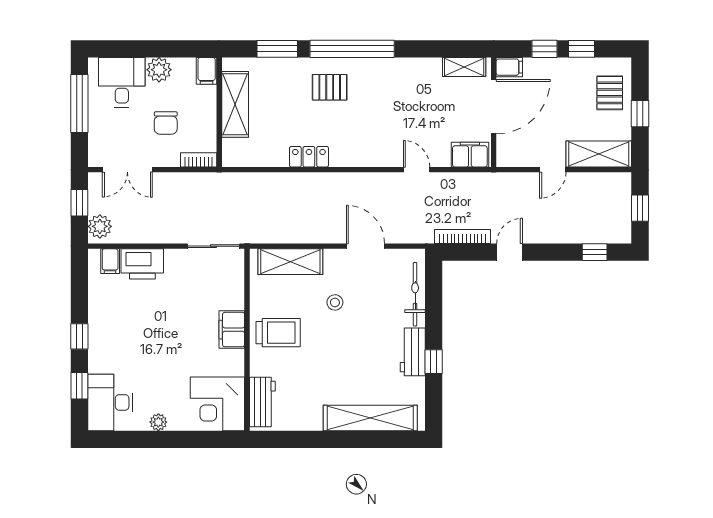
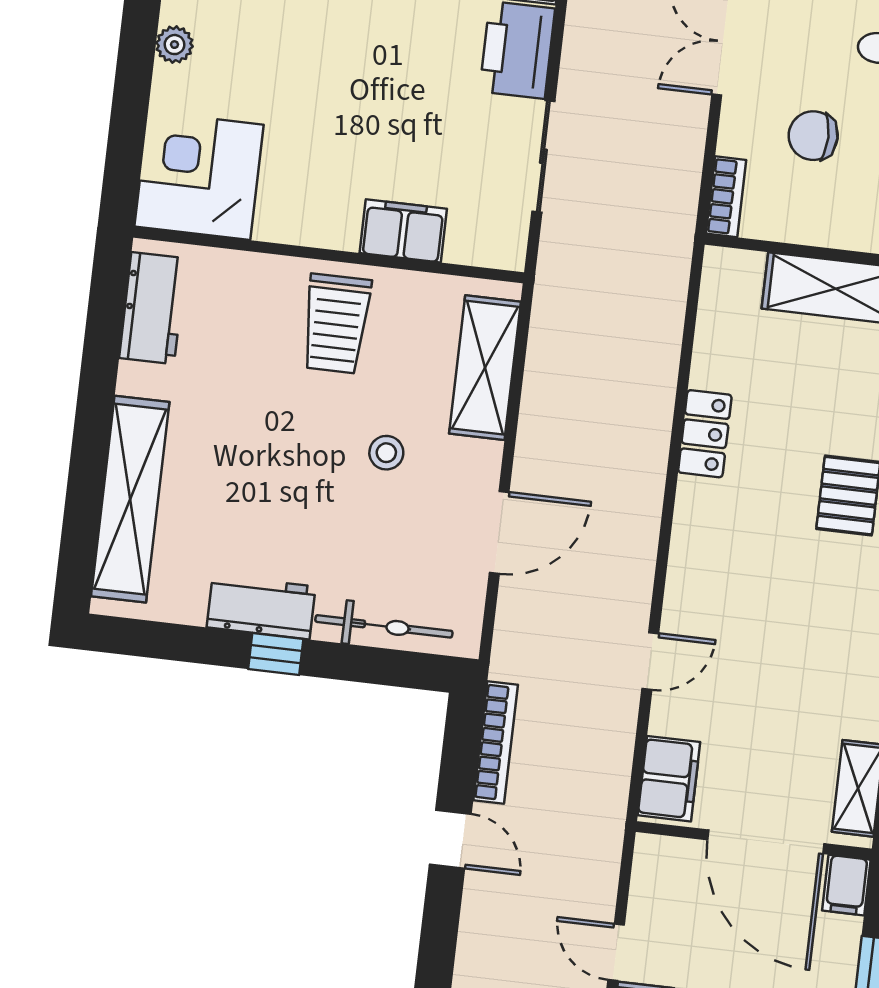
sliding door: (214, 246) -> (543, 156), moved
filing cabinet: (232, 330) -> (403, 231), moved
window: (434, 362) -> (276, 654), moved
workbench: (262, 402) -> (153, 308), moved, turned -90

